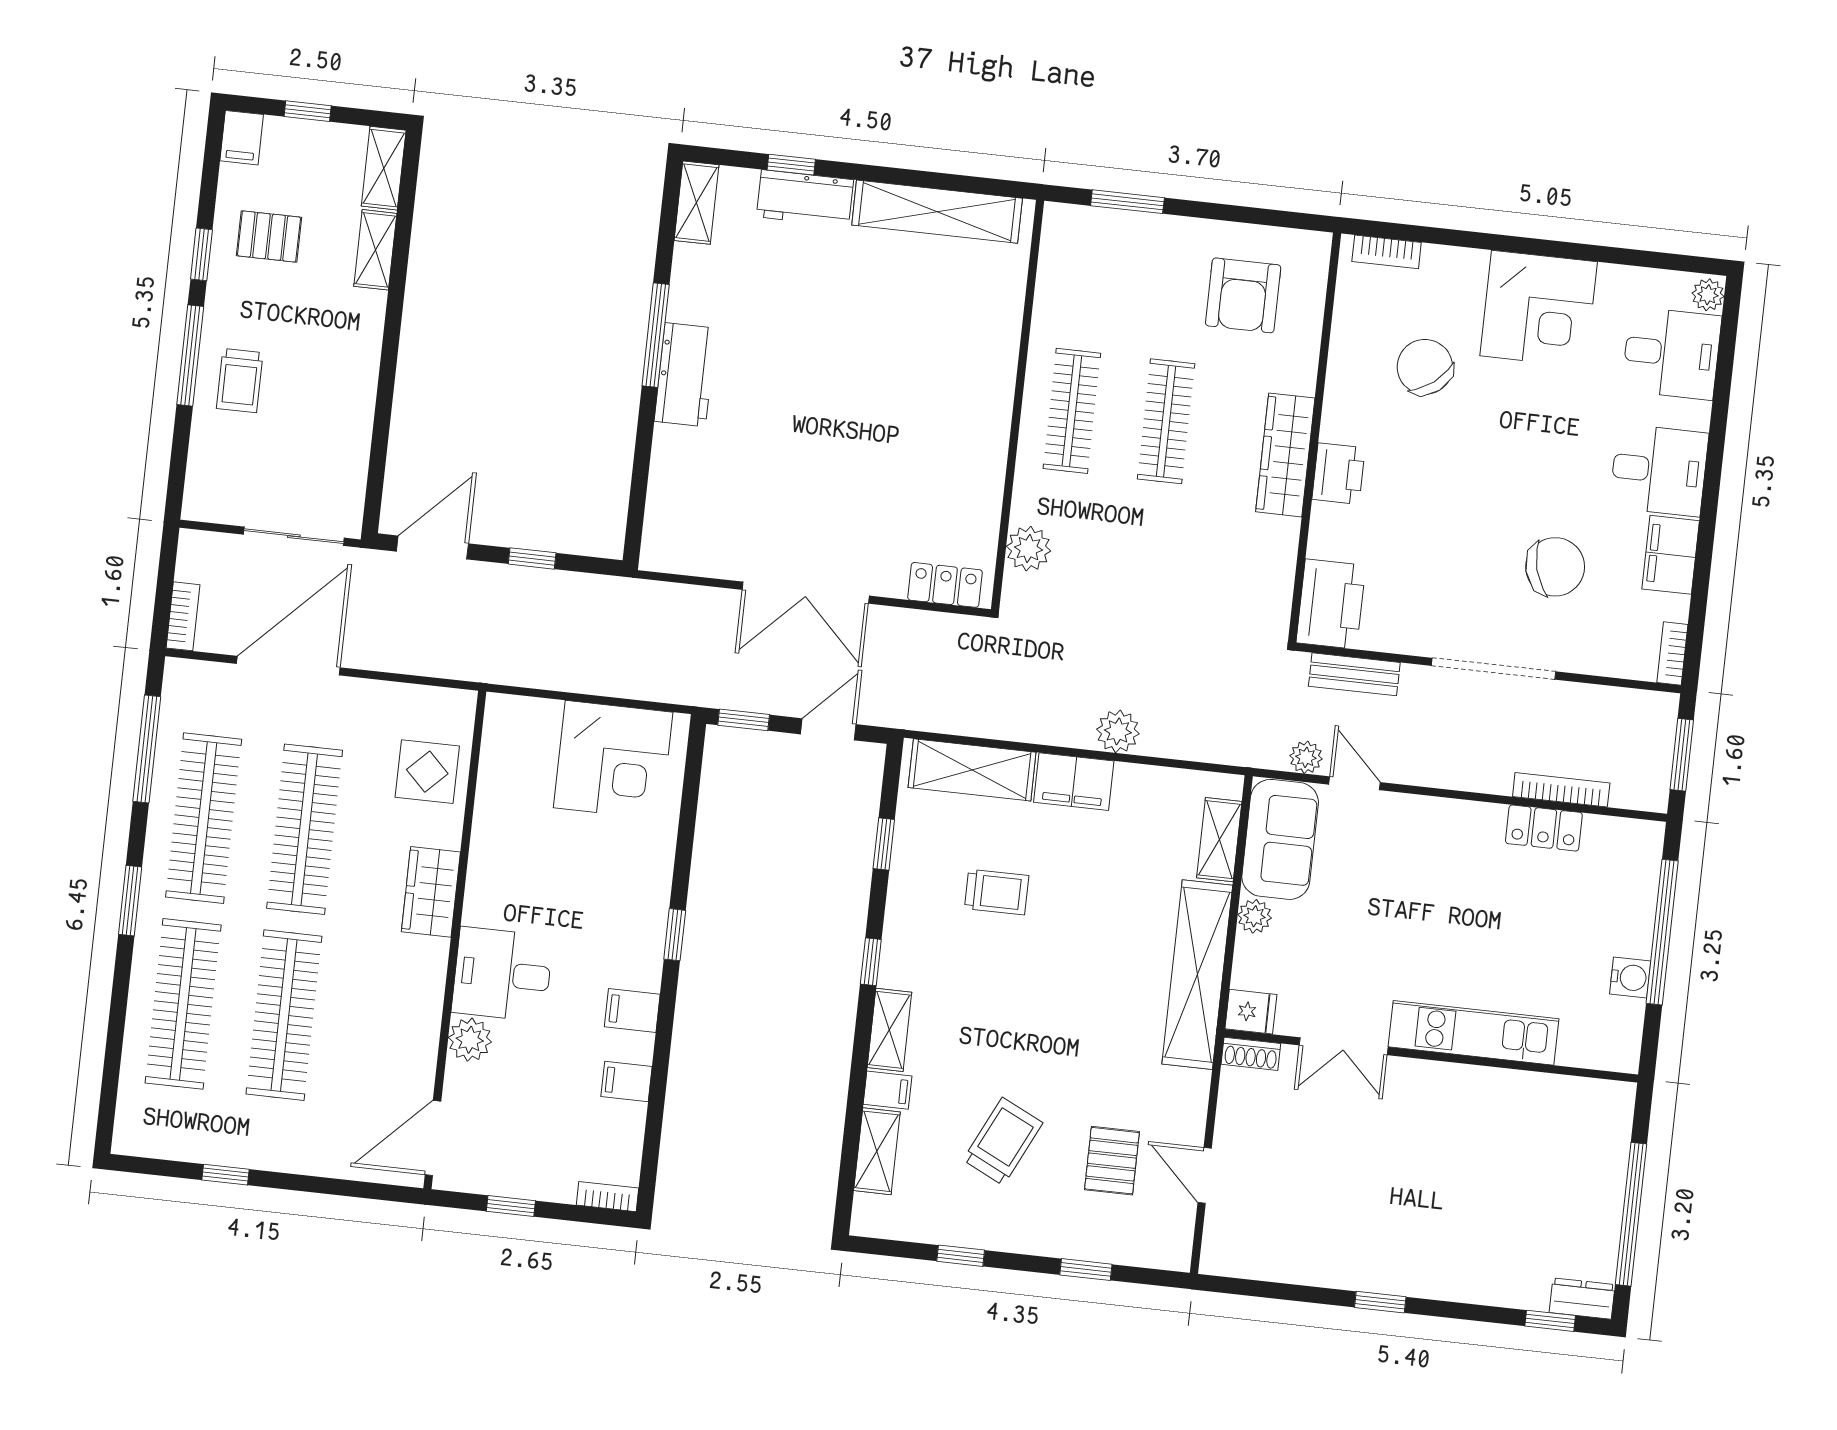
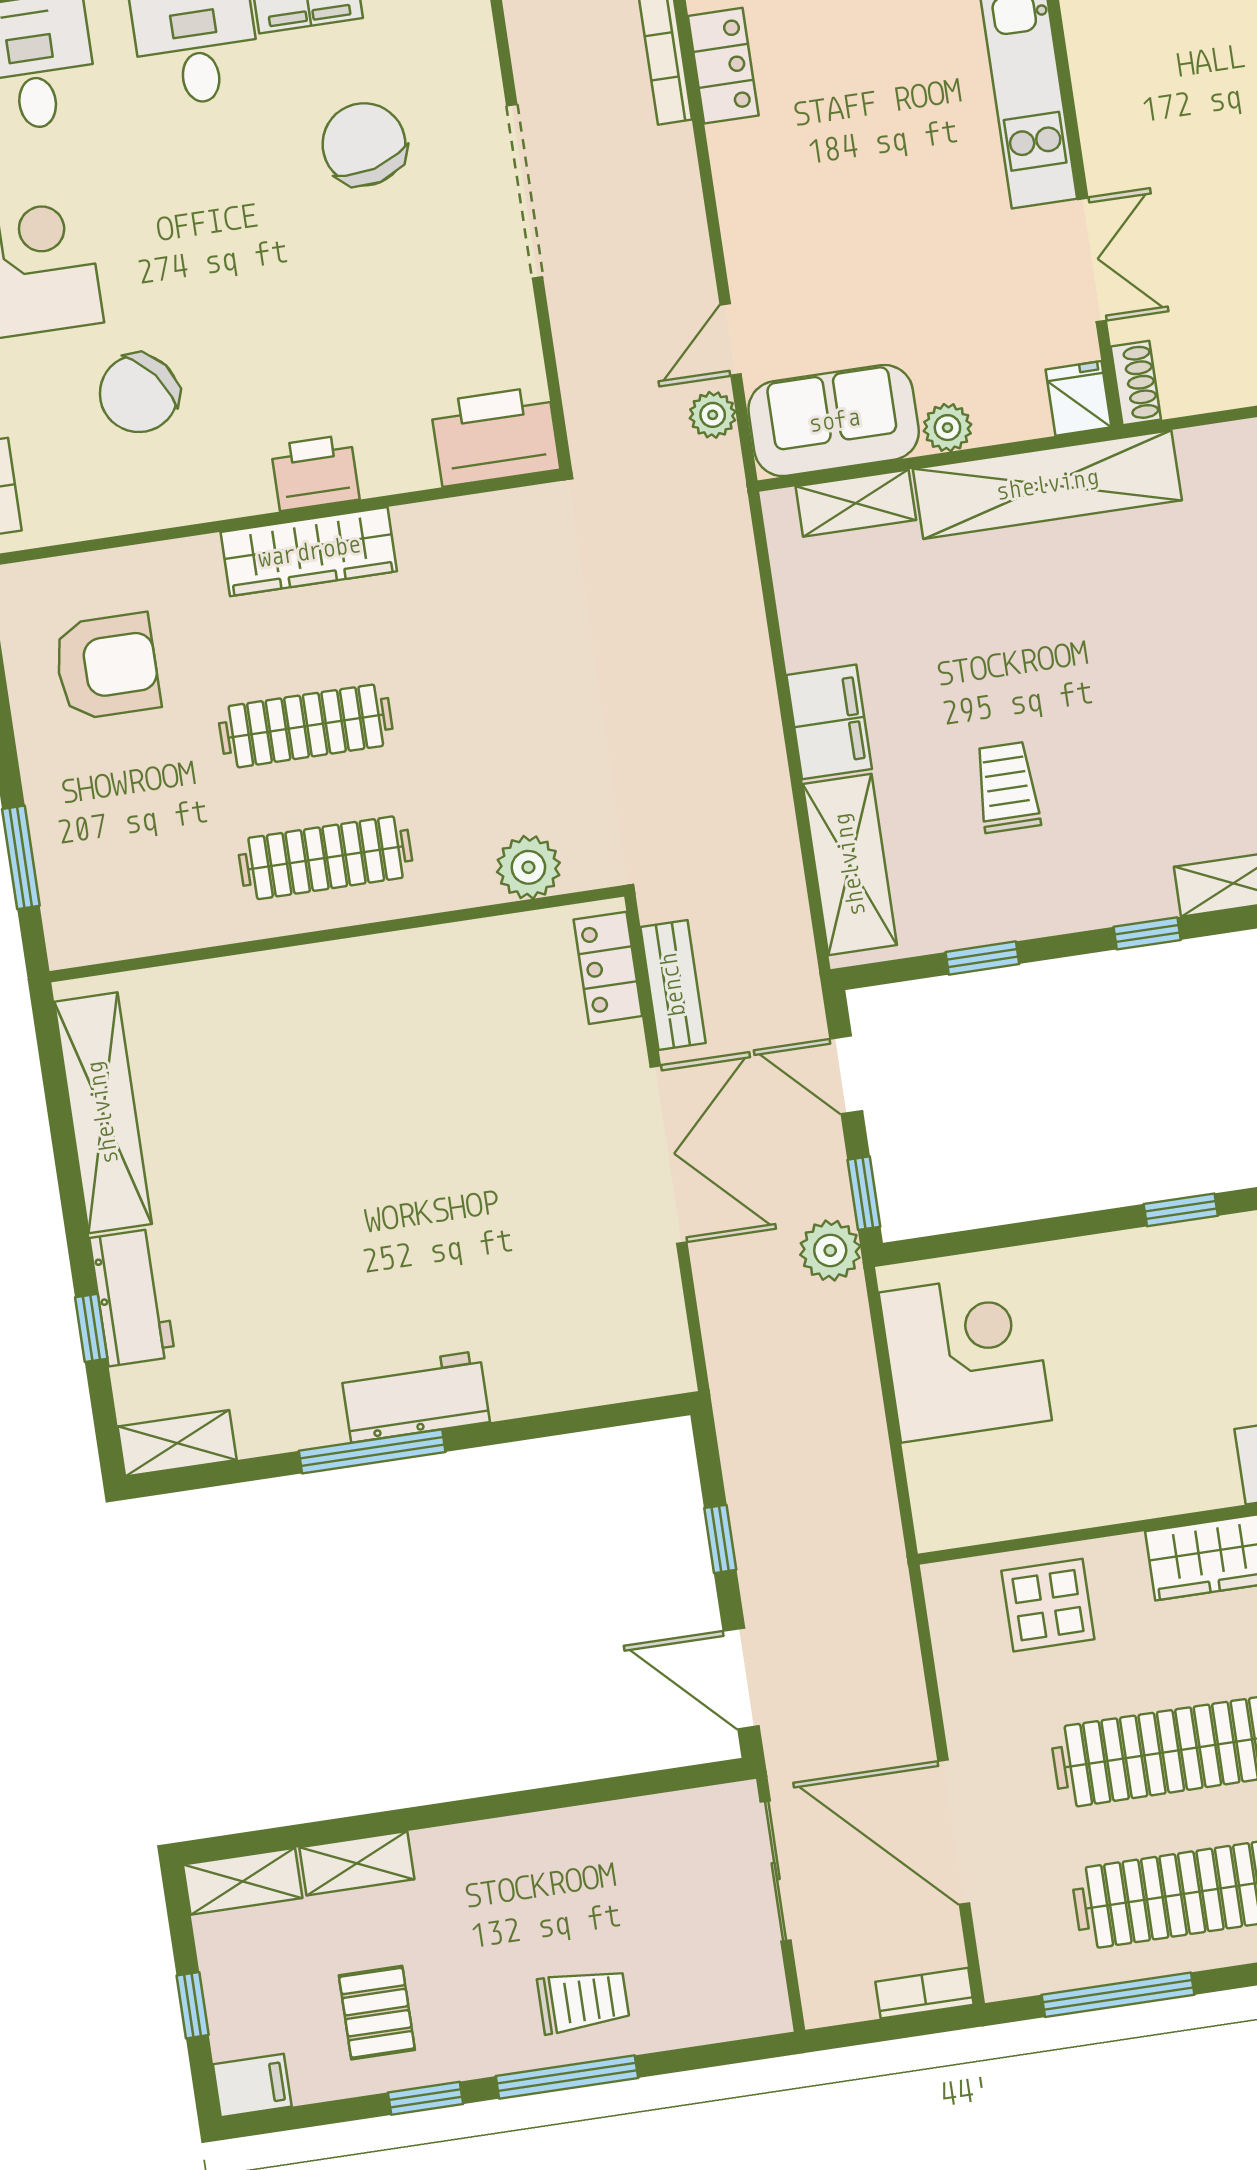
bench: (1354, 674) -> (673, 985), moved
plant: (1118, 731) -> (830, 1250), moved

